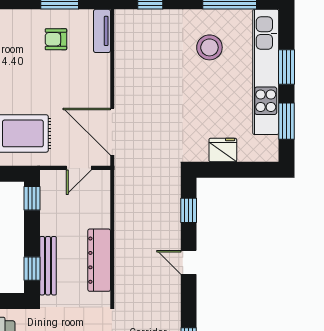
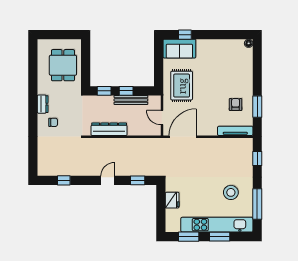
tv unit: (102, 31) -> (235, 131), width x1.41
window: (32, 198) -> (126, 91), moved
bench: (48, 266) -> (131, 100), moved

